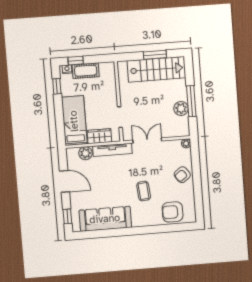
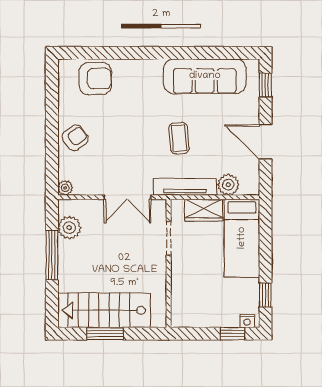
cot: (86, 71) -> (217, 316), removed
plant: (181, 109) -> (69, 228), moved
coffee table: (144, 191) -> (179, 138), moved

